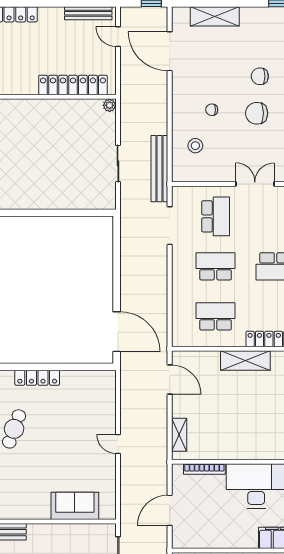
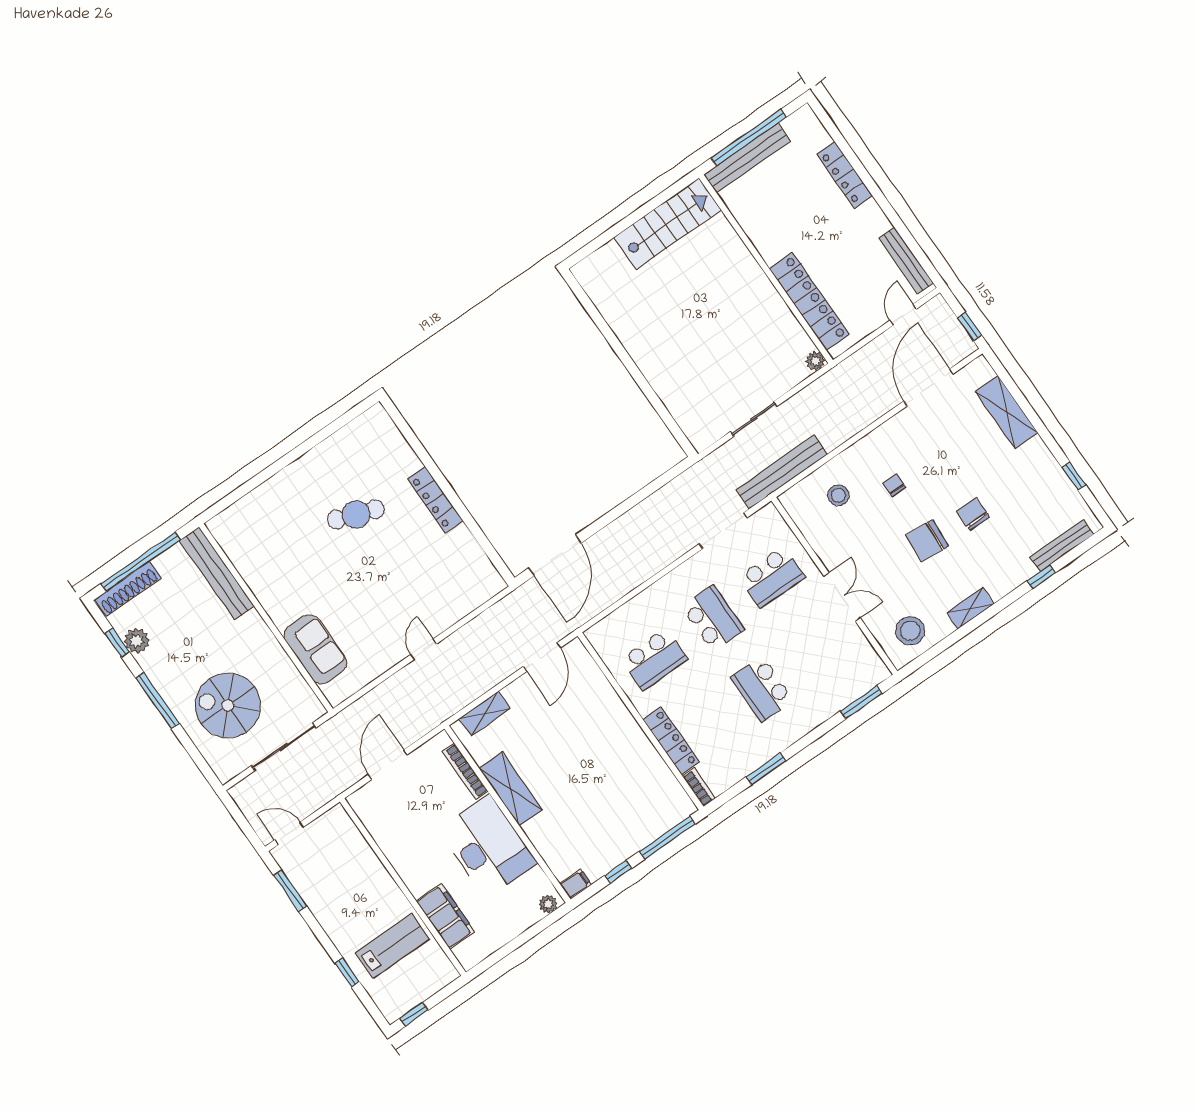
chair: (257, 113) -> (927, 541), turned -86
school desk: (216, 316) -> (654, 659), turned 90
shelving: (245, 361) -> (511, 789), moved
door: (170, 510) -> (388, 765), hinge flipped

